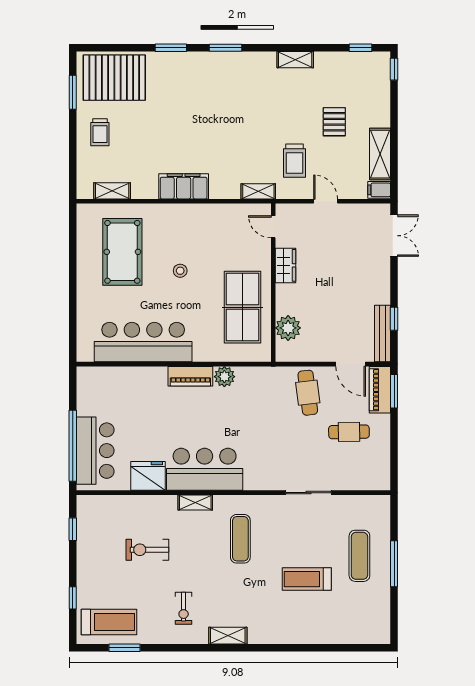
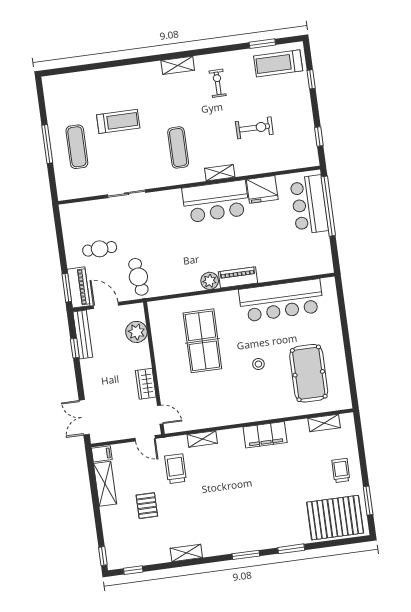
door: (273, 227) -> (160, 415), moved
wardrobe: (285, 265) -> (146, 384), moved
wall: (273, 283) -> (154, 368), moved
plant: (288, 328) -> (136, 332), moved

